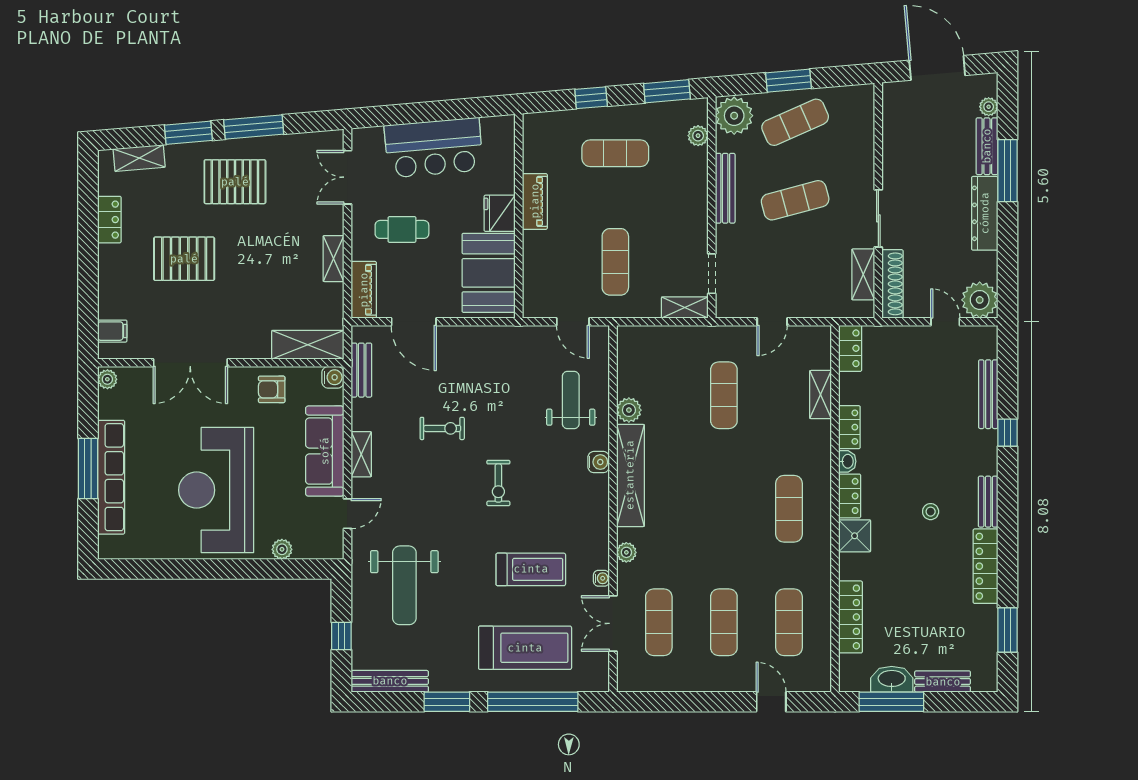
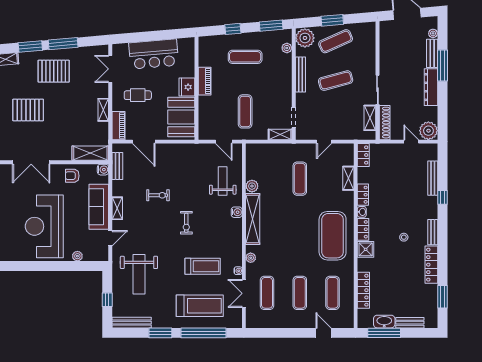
exercise mat: (789, 509) -> (333, 236), width x2.00, depth x1.45

